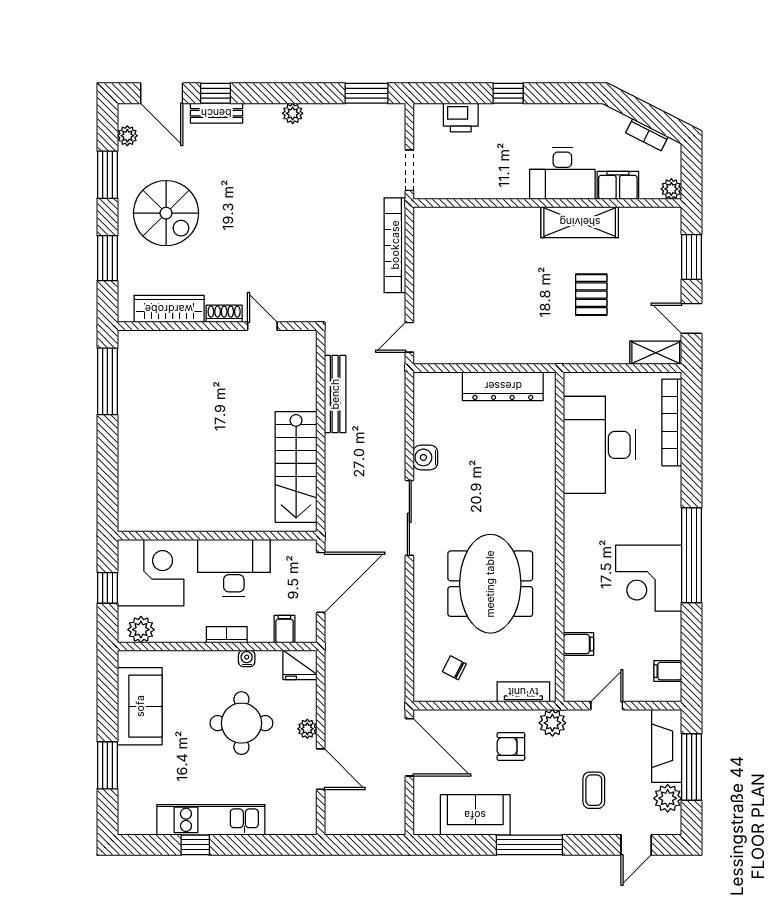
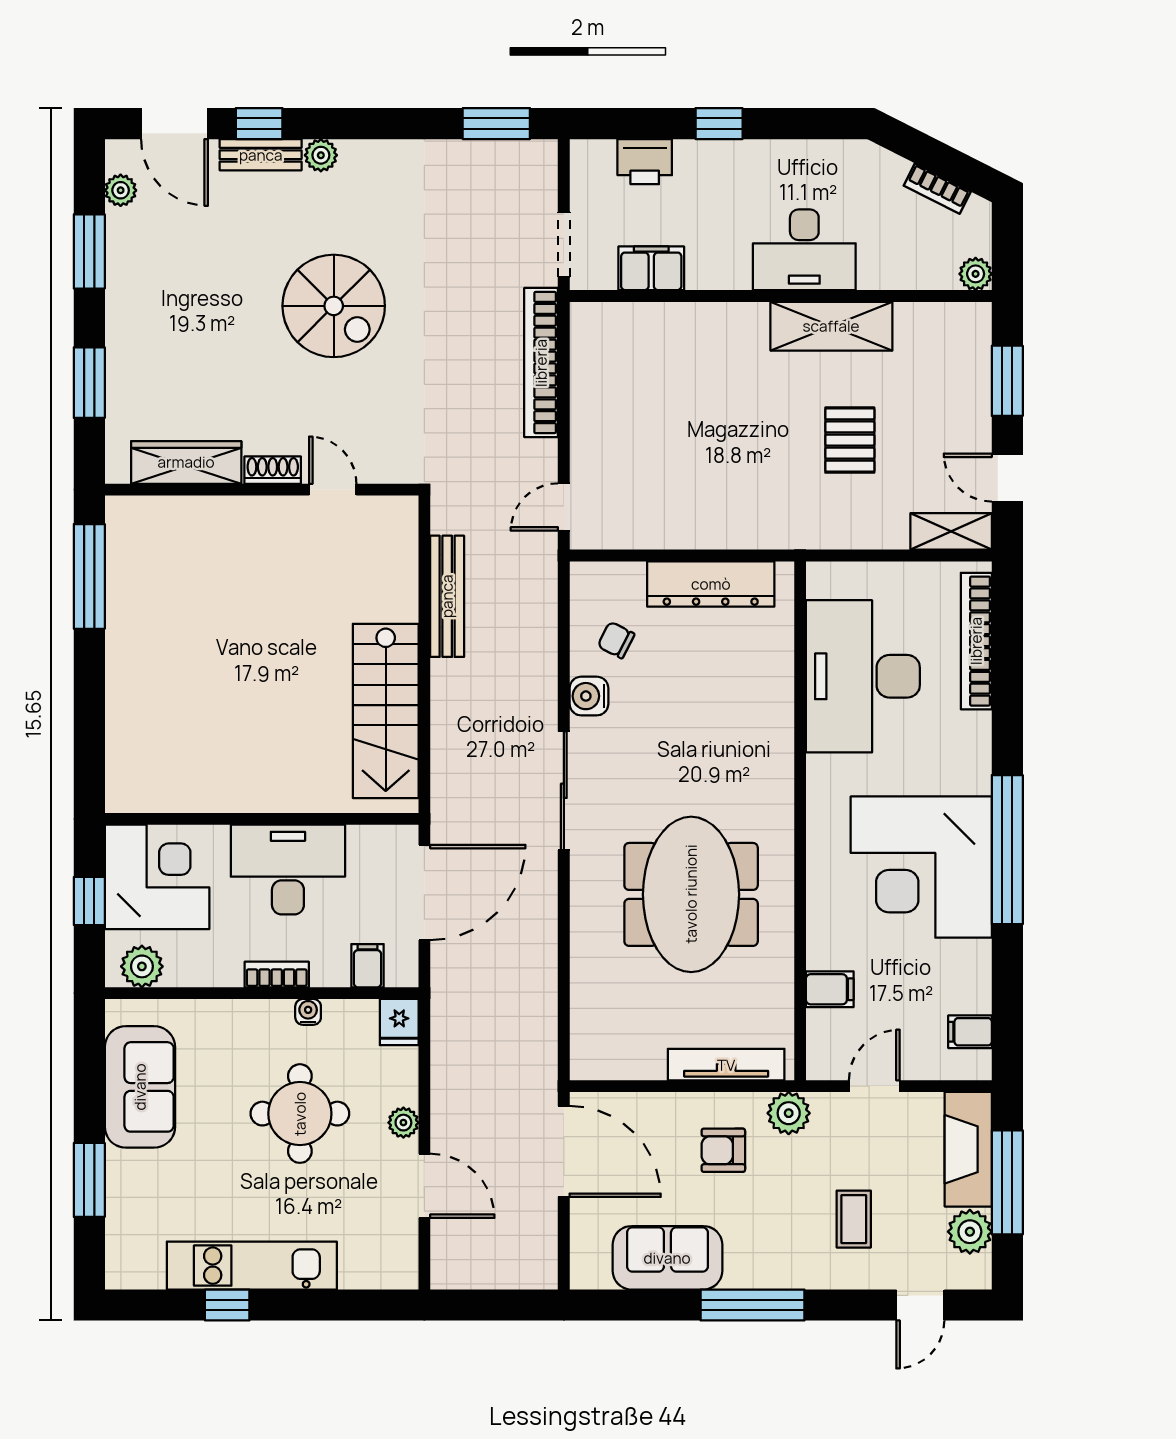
plant: (293, 113) -> (321, 155), moved
filing cabinet: (618, 185) -> (651, 268), moved
spiral stairs: (166, 213) -> (334, 306), moved
corner desk: (649, 578) -> (921, 867), width x1.36, depth x1.36
fridge: (300, 665) -> (399, 1022), width x0.72
chair: (454, 668) -> (616, 640), moved
tv unit: (523, 692) -> (726, 1065), width x1.41

